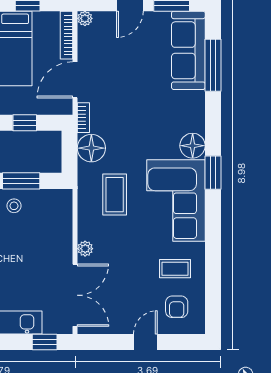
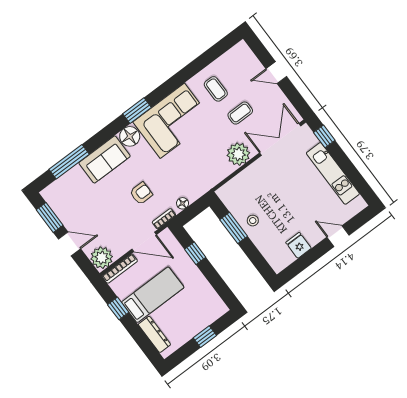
plant: (85, 18) -> (102, 258), width x1.88, depth x1.88
sofa: (188, 50) -> (105, 160), moved, width x0.73
floor lamp: (91, 148) -> (183, 203), width x0.53, depth x0.53
coffee table: (115, 195) -> (240, 113), moved, width x0.73, depth x0.77
plant: (85, 249) -> (238, 154), width x1.87, depth x1.87
armchair: (177, 307) -> (141, 193), moved

